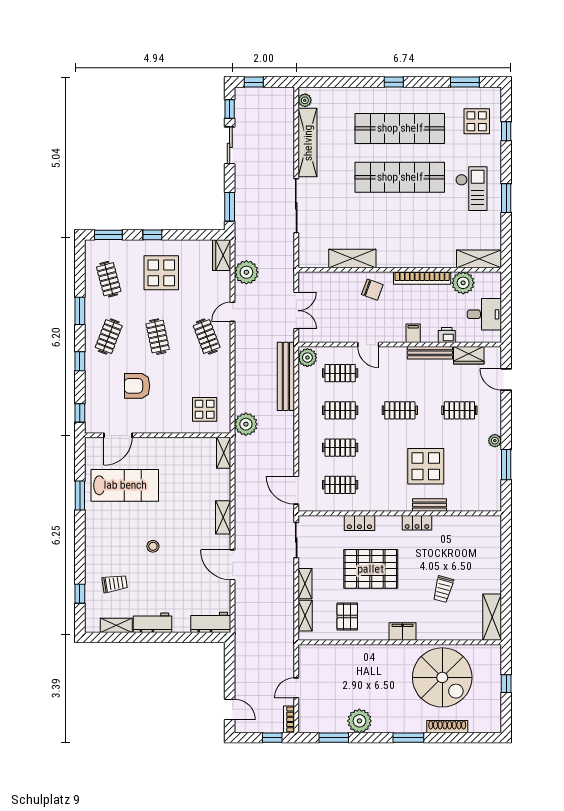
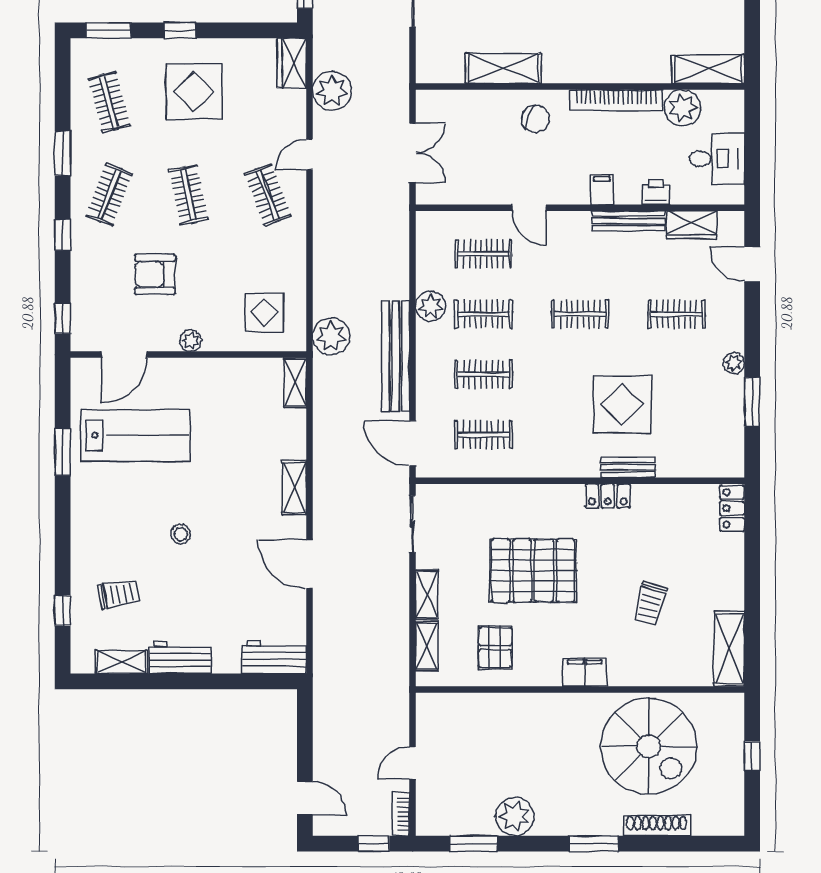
plant: (307, 358) -> (431, 306), moved
bench: (286, 376) -> (396, 356), moved
plant: (159, 427) -> (191, 341), added
locker: (359, 523) -> (732, 508), moved, turned 90

